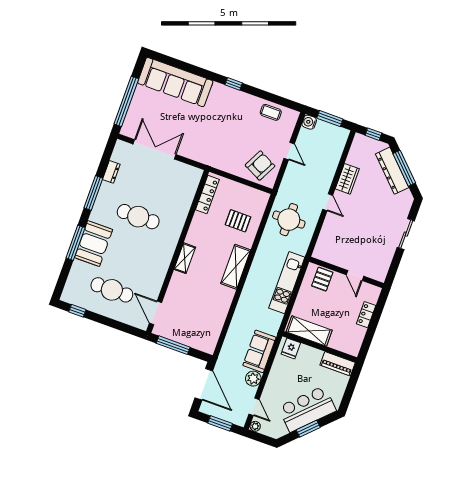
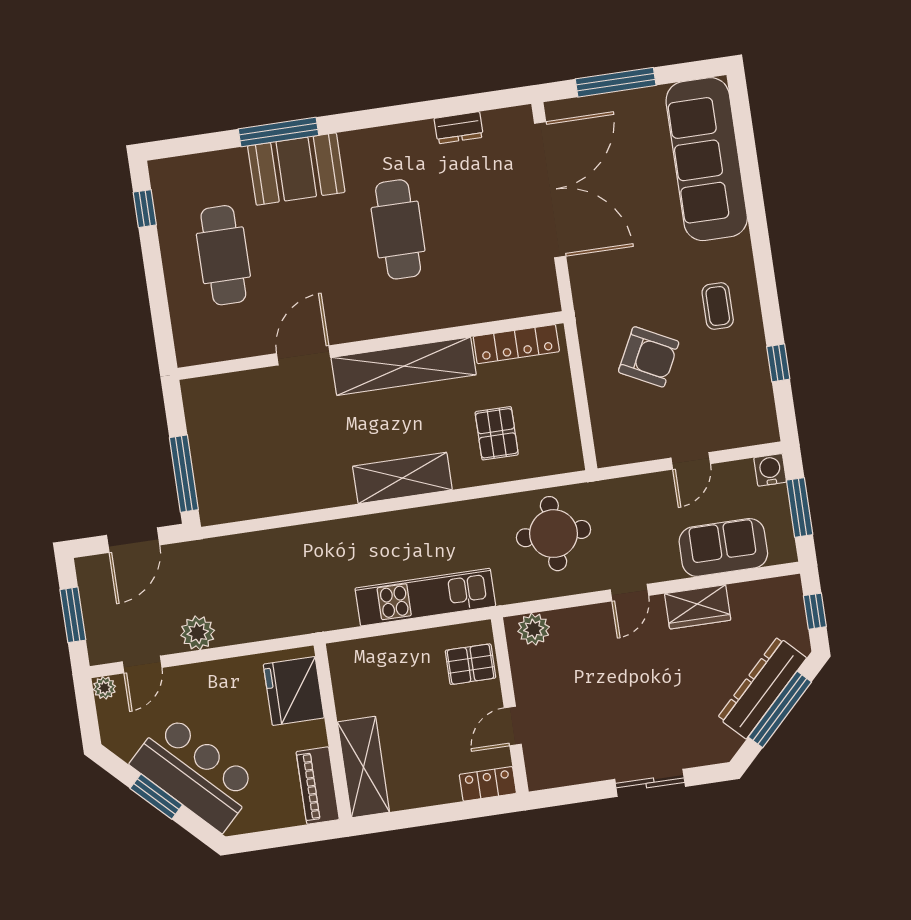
window: (234, 84) -> (778, 363), moved
window: (126, 101) -> (616, 82), width x0.68
coffee table: (271, 112) -> (718, 306), moved
double door: (154, 149) -> (550, 190), width x1.36
armchair: (260, 166) -> (649, 357), moved
window: (93, 193) -> (397, 114), removed
plant: (322, 247) -> (534, 629), added
shelving: (185, 258) -> (404, 366), width x2.20, depth x1.33
door: (155, 313) -> (304, 355), moved
locker: (366, 315) -> (488, 784), moved
shelving: (309, 331) -> (363, 767), moved
window: (173, 345) -> (184, 474), moved
fridge: (291, 348) -> (294, 691), width x1.88, depth x1.34
sofa: (259, 351) -> (723, 547), moved
door: (204, 384) -> (133, 540), width x0.73

